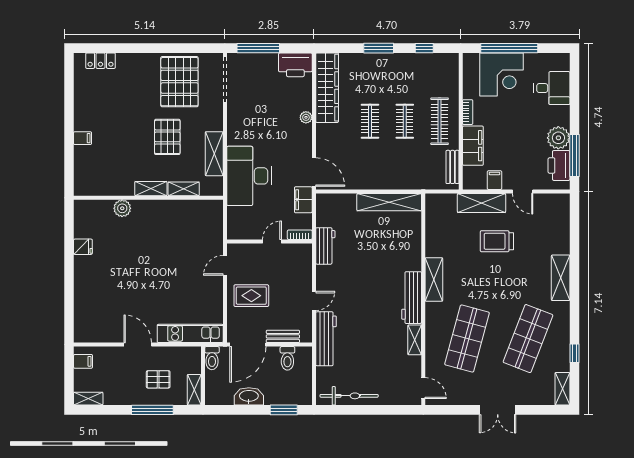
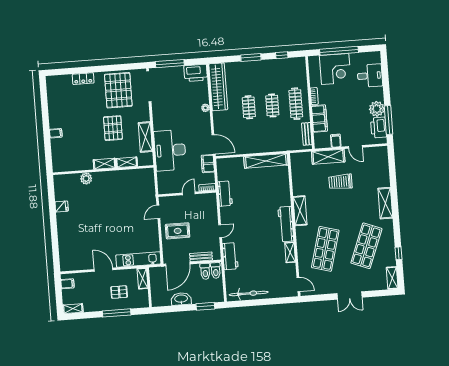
locker: (100, 61) -> (83, 79), moved
workbench: (326, 339) -> (230, 256), width x0.73
toilet: (212, 358) -> (216, 270), moved
shelving: (194, 390) -> (142, 278), moved

